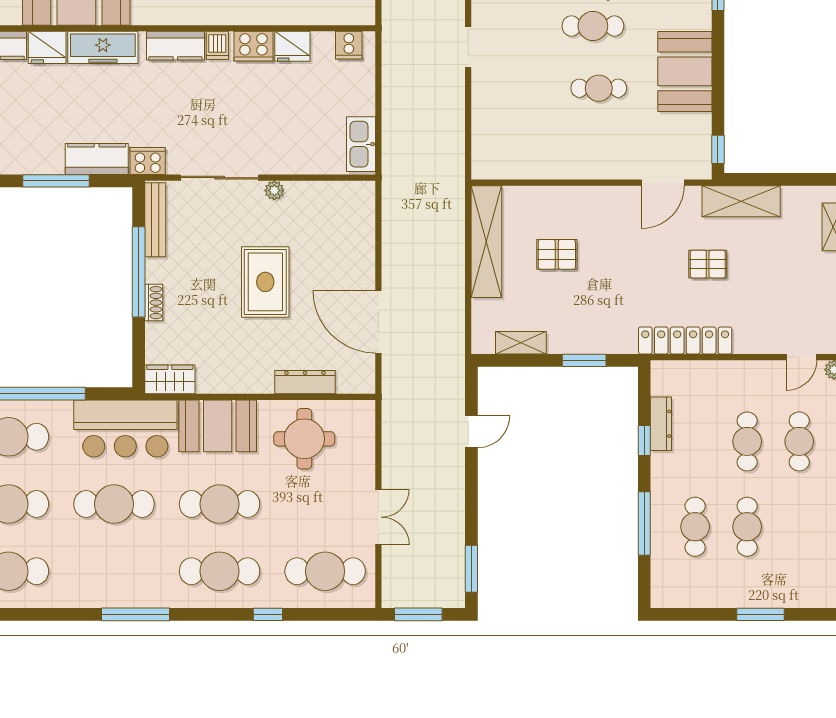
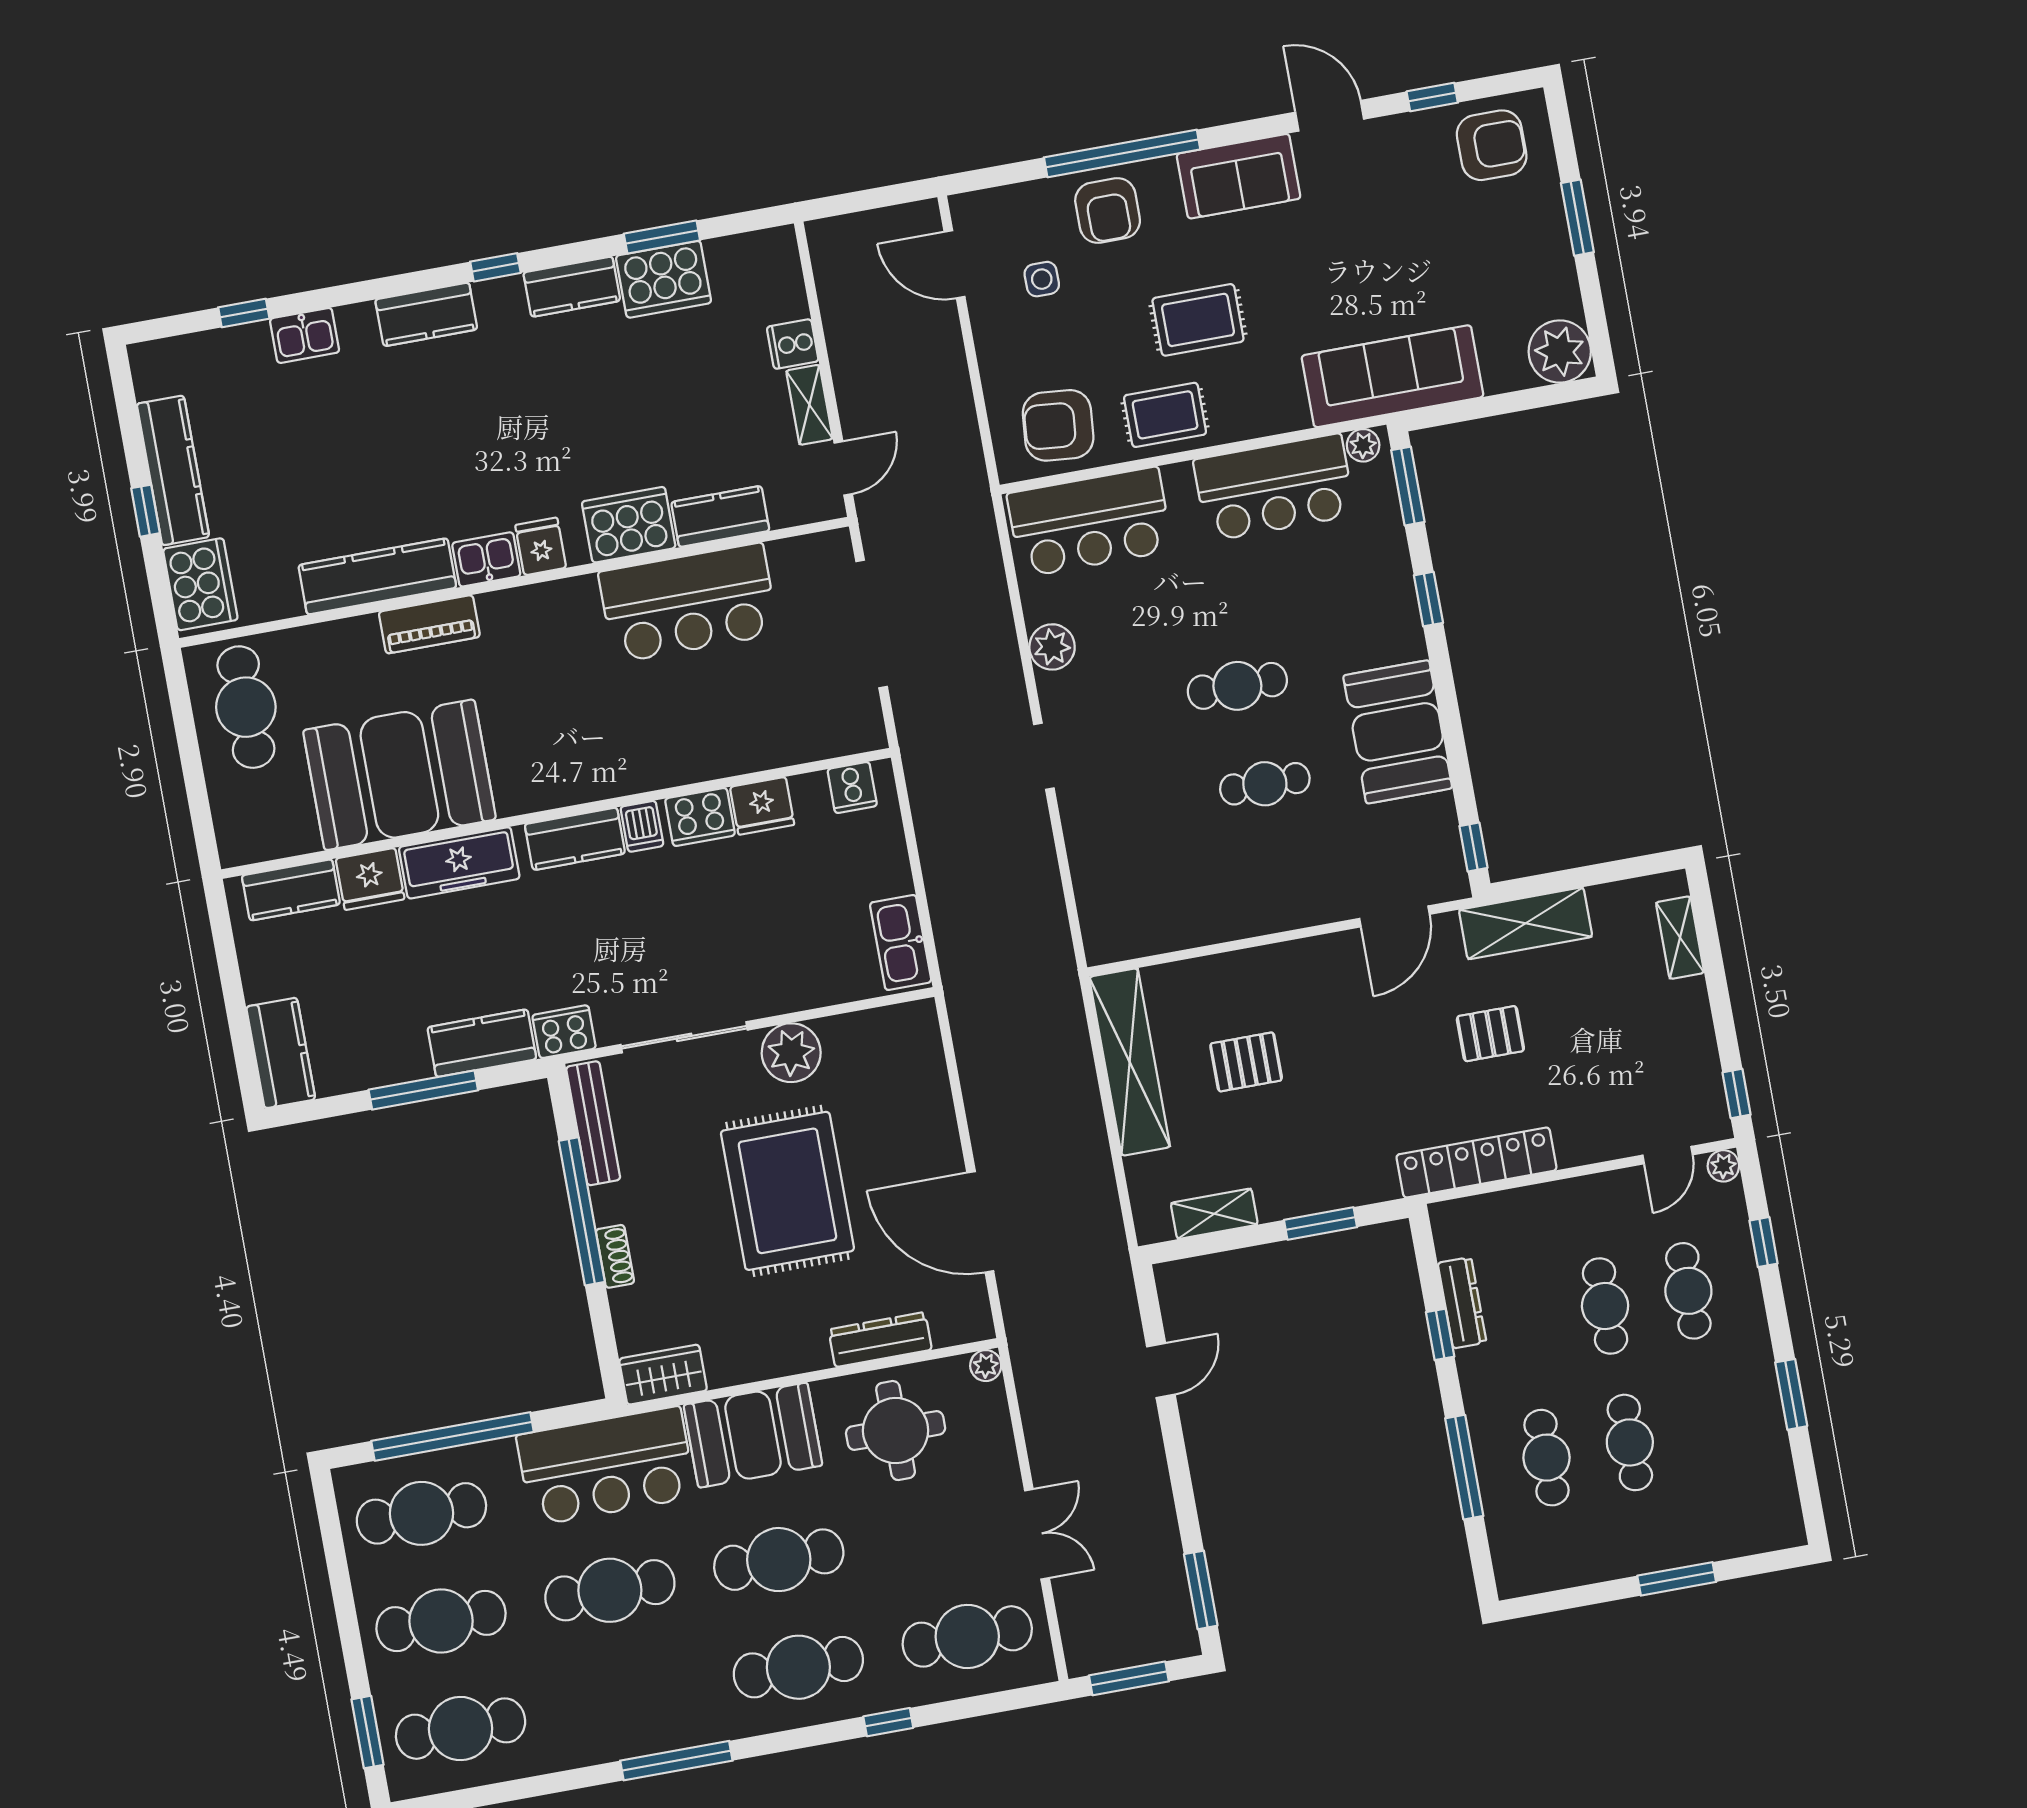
plant: (274, 190) -> (791, 1053), width x1.88, depth x1.88
rug: (265, 282) -> (787, 1191), width x1.37, depth x1.44
plant: (366, 409) -> (986, 1366), added

